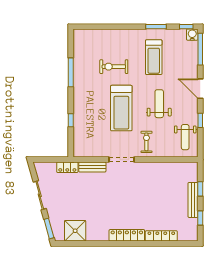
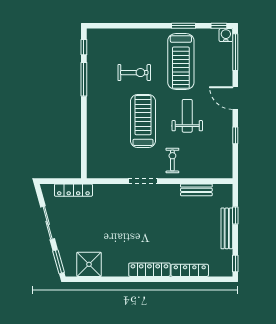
treadmill: (154, 57) -> (181, 62), width x1.37, depth x1.38
exercise bike: (114, 67) -> (134, 73), turned 180
treadmill: (121, 108) -> (143, 121), turned 180
window: (71, 120) -> (84, 47), moved
weight bench: (185, 137) -> (218, 155), removed
locker: (67, 167) -> (73, 190), width x1.53
bench: (92, 167) -> (196, 190), moved
window: (200, 218) -> (235, 264), moved

